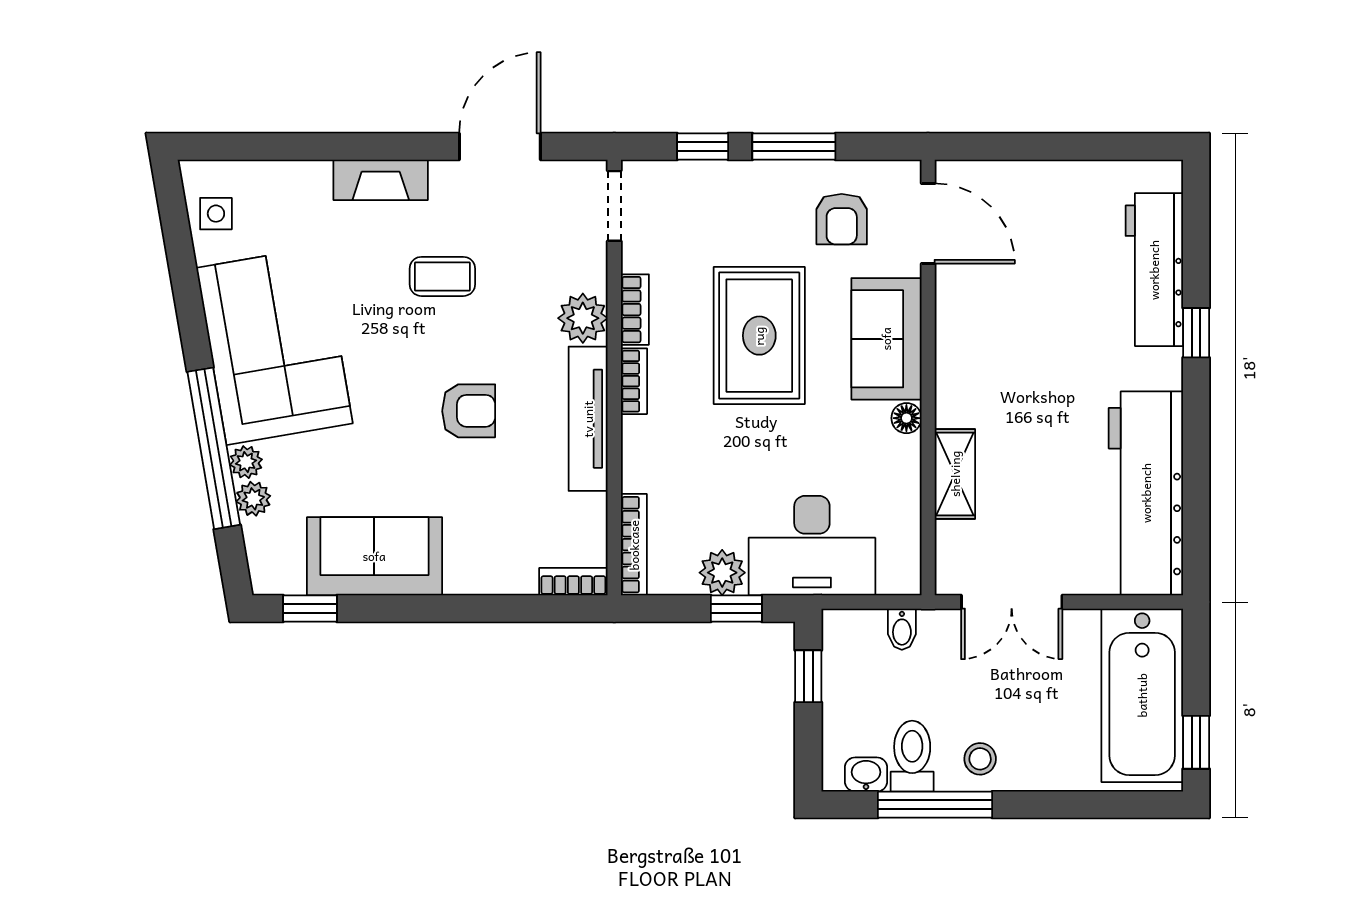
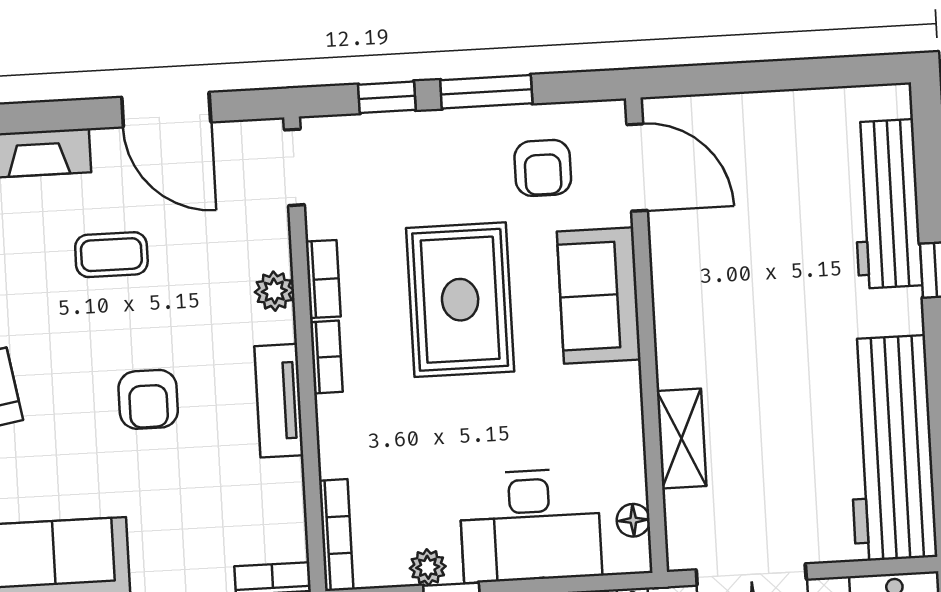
door: (500, 147) -> (166, 110), swing flipped
plant: (583, 318) -> (274, 291), width x0.73, depth x0.73
armchair: (469, 411) -> (148, 399), turned 90
floor lamp: (906, 418) -> (633, 520), moved
tv unit: (588, 419) -> (279, 401), width x0.71
plant: (722, 573) -> (428, 567), width x0.73, depth x0.73

